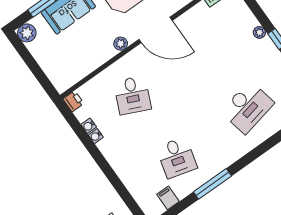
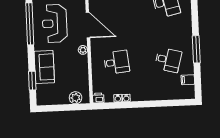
door: (156, 30) -> (88, 25), hinge flipped
plant: (27, 33) -> (76, 98), moved
desk: (132, 95) -> (117, 62), turned -30

